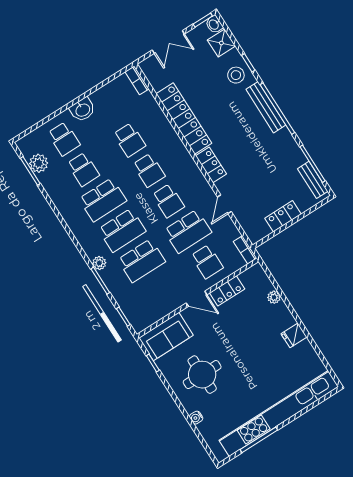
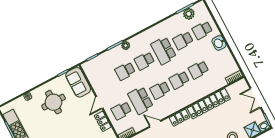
school desk: (122, 230) -> (144, 61), width x0.54
school desk: (141, 261) -> (125, 71), width x0.54

